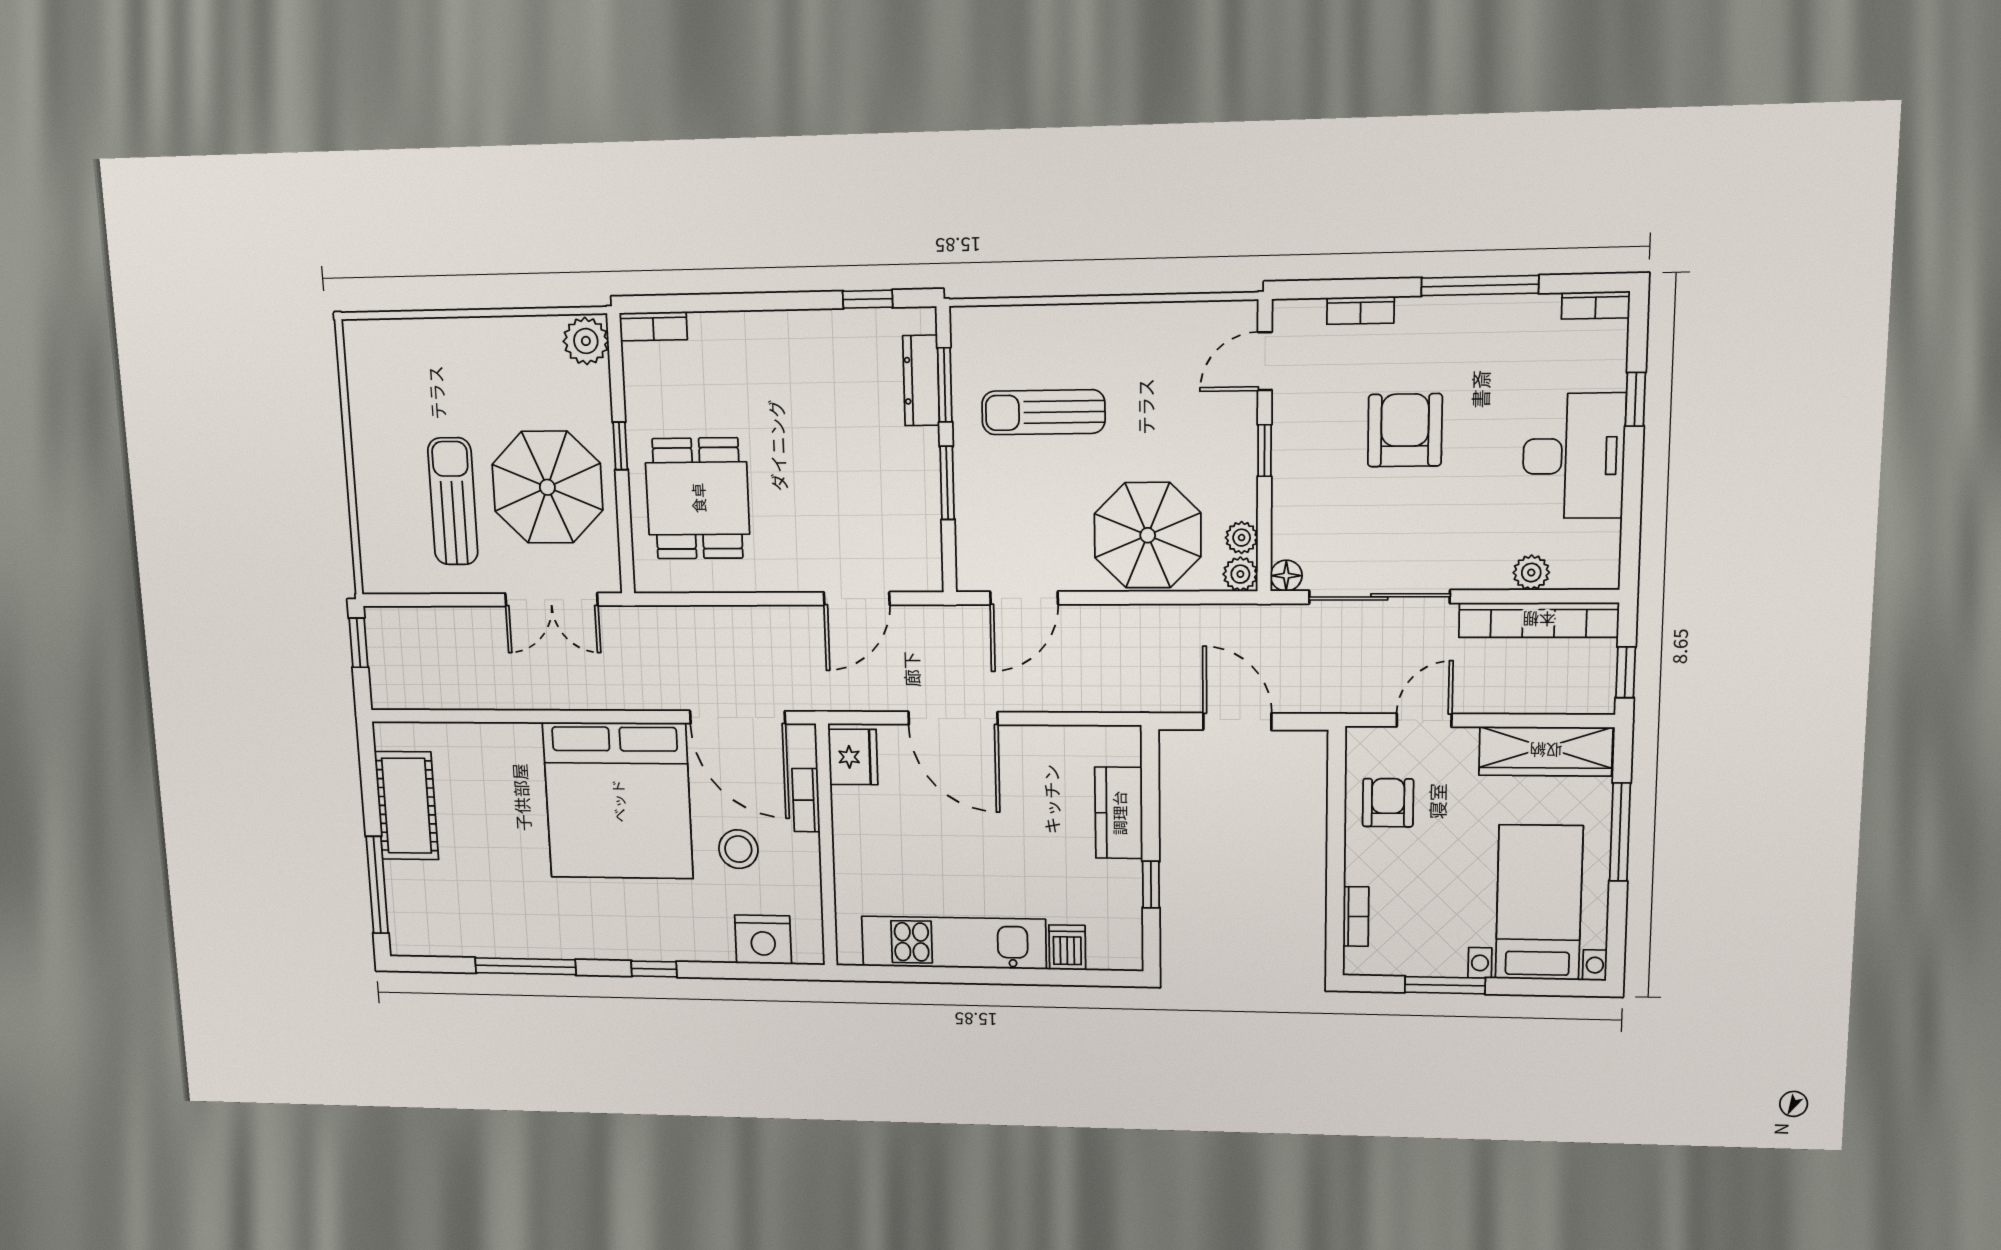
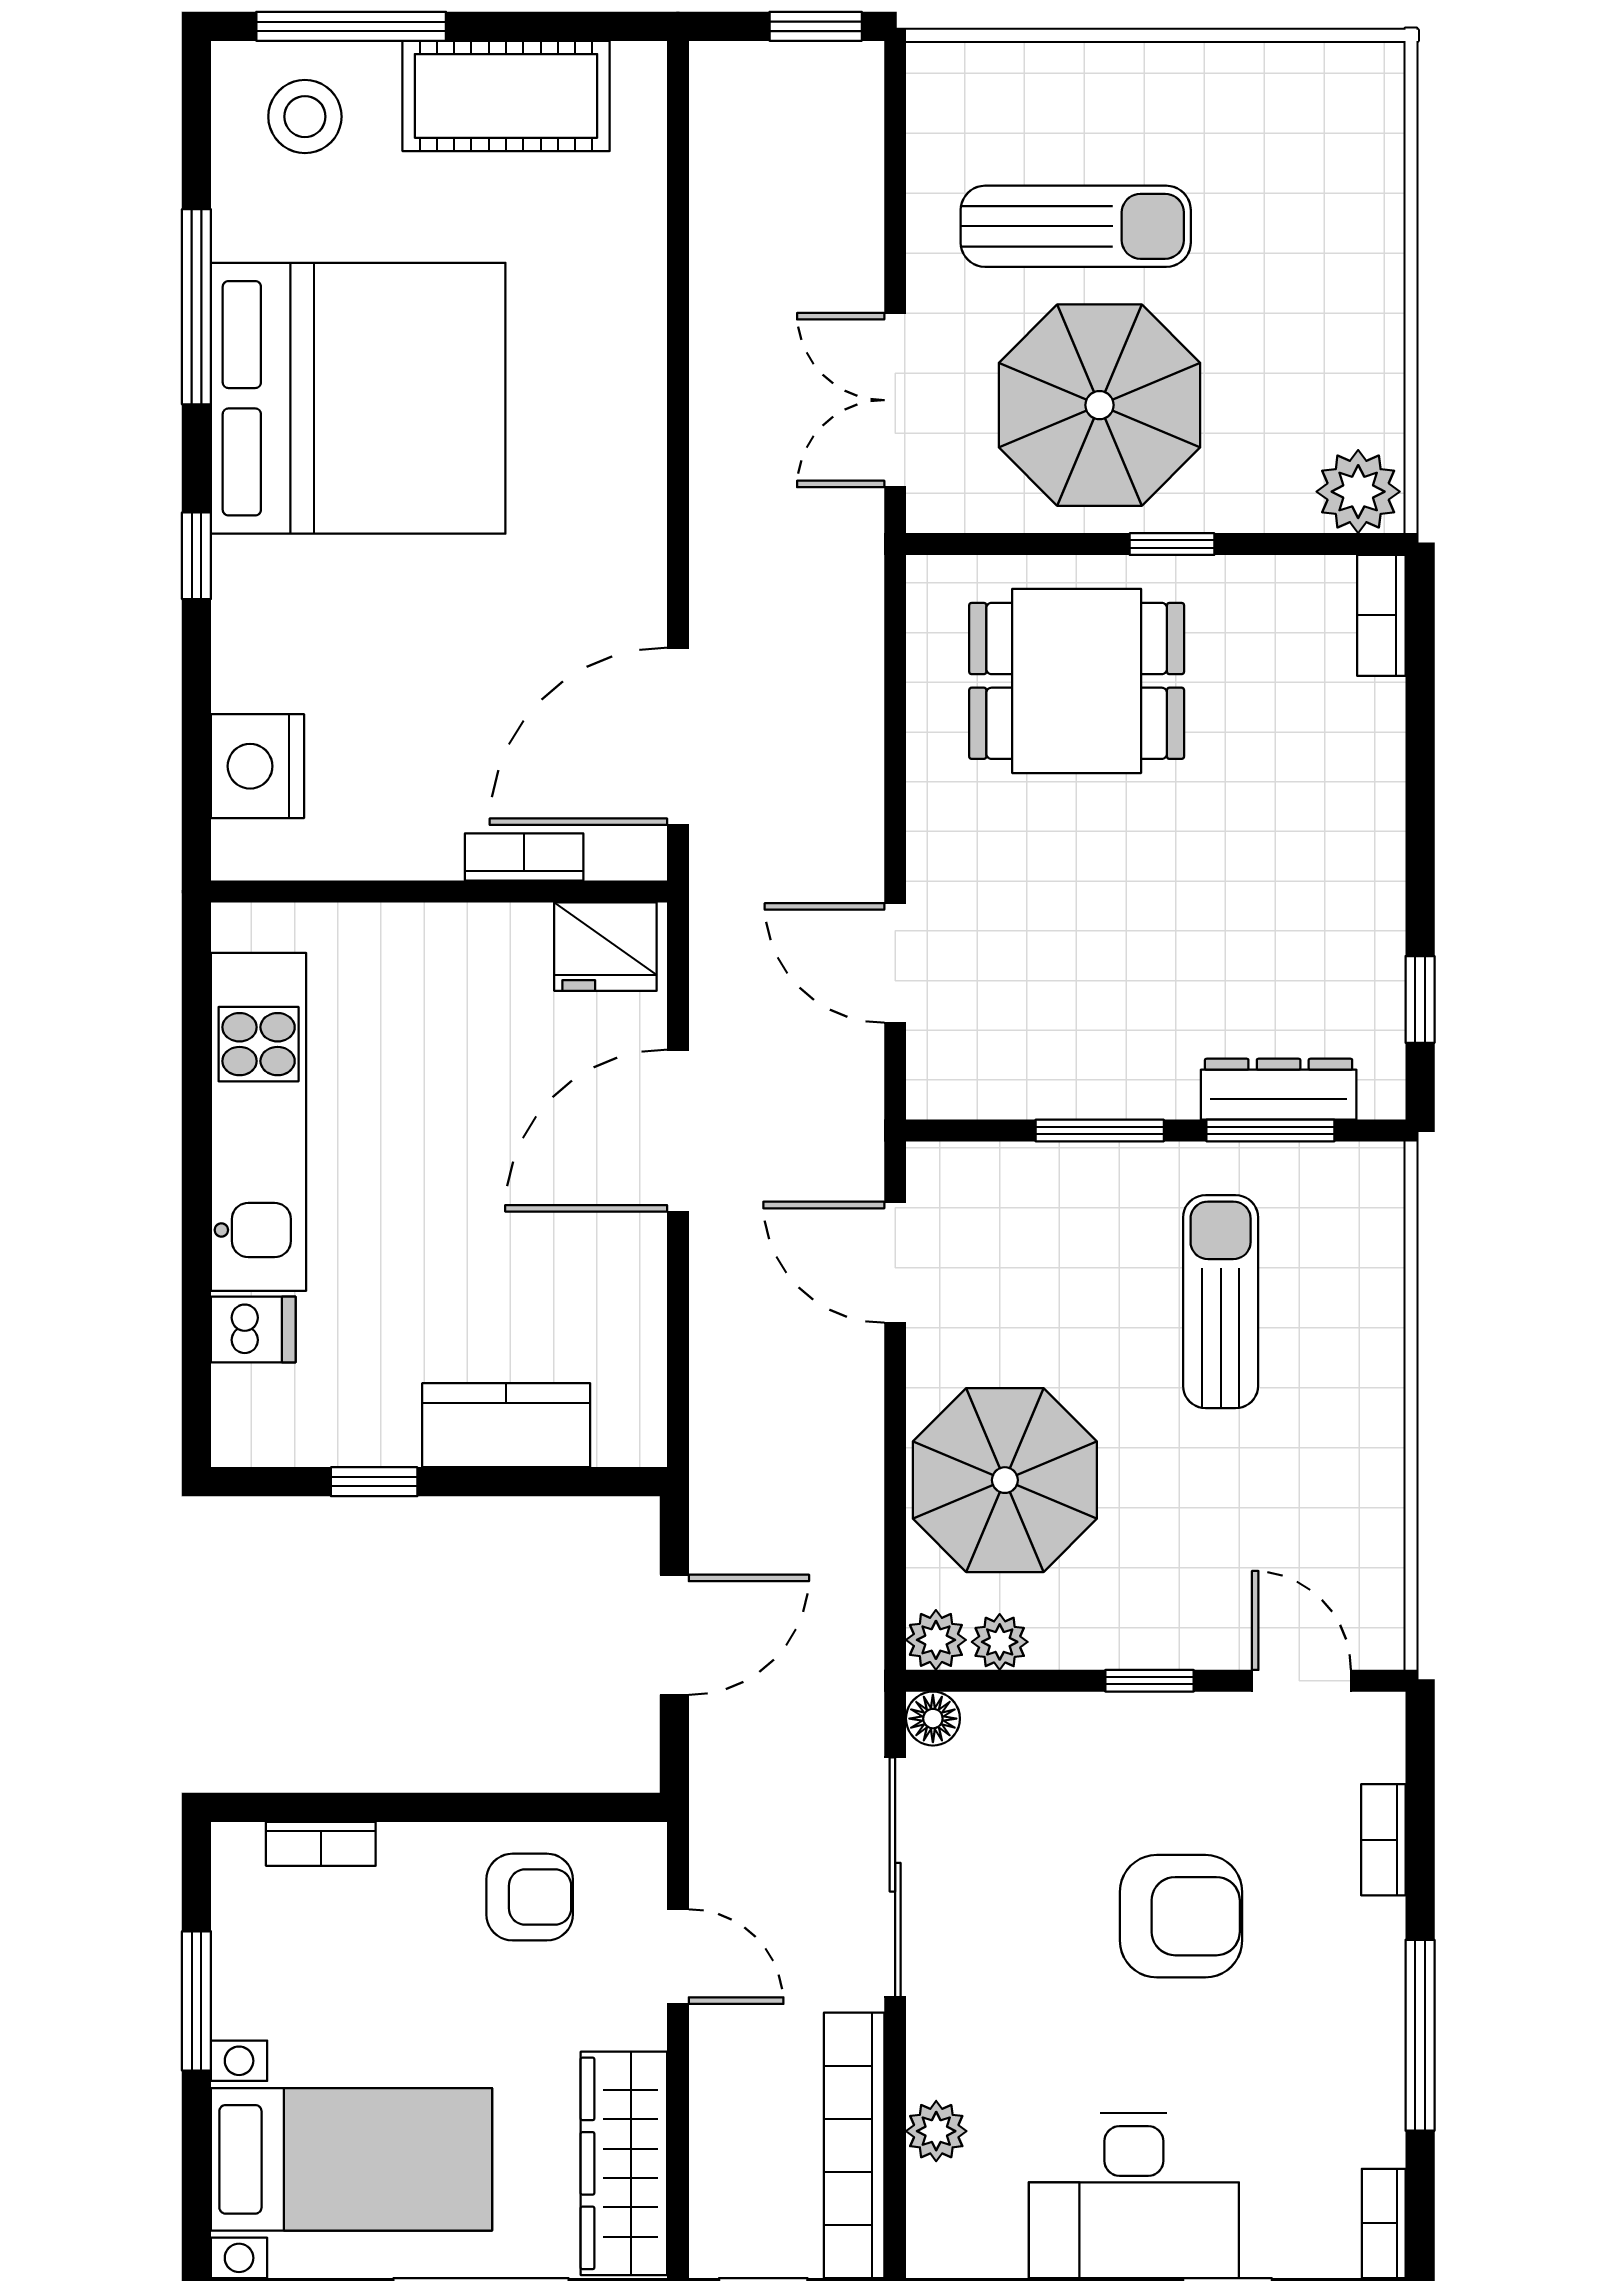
bed: (618, 801) -> (358, 398), moved, turned 180
stool: (738, 849) -> (305, 117), moved

